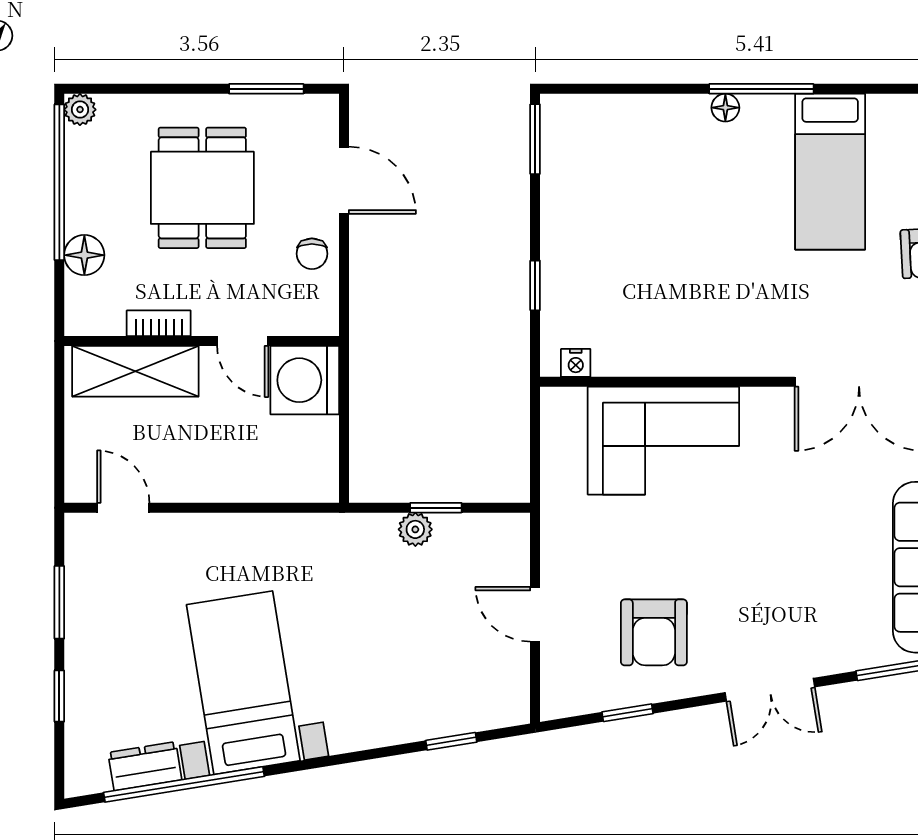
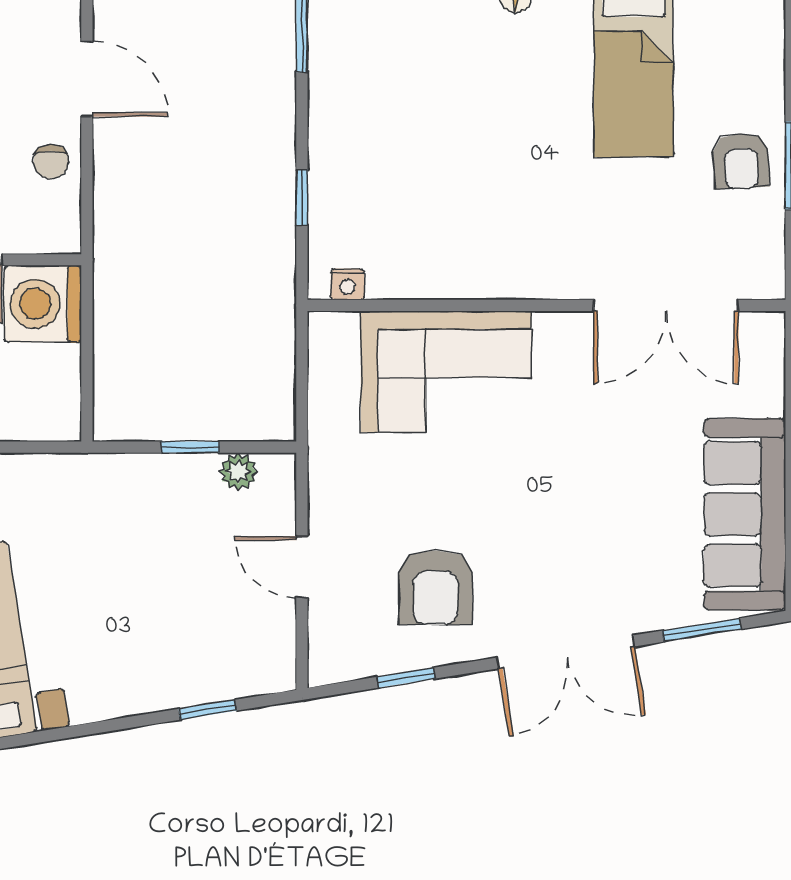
plant: (415, 529) -> (238, 472), moved
double door: (770, 690) -> (566, 652), width x1.37

